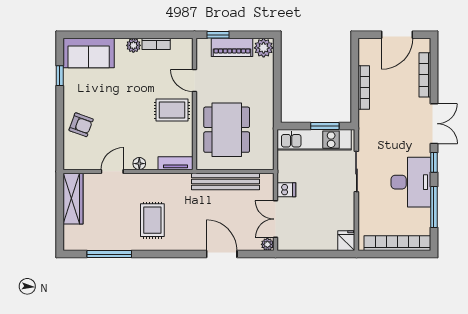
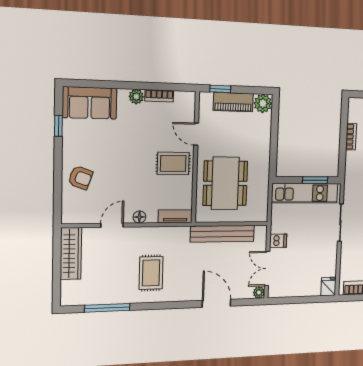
bookcase: (364, 88) -> (351, 137), width x0.64

